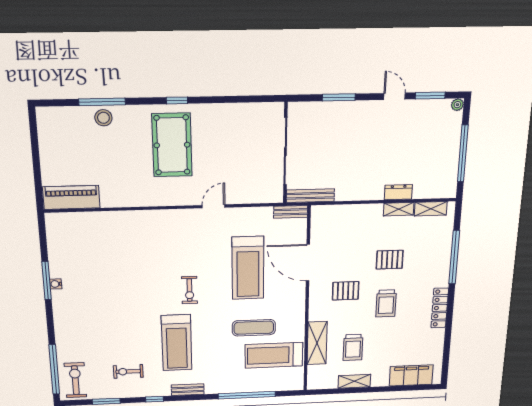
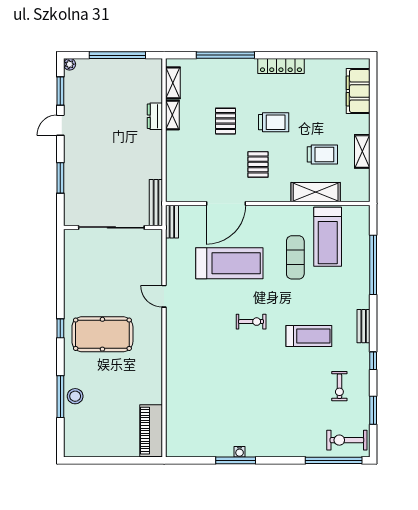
treadmill: (177, 343) -> (309, 336), width x0.73, depth x0.73

